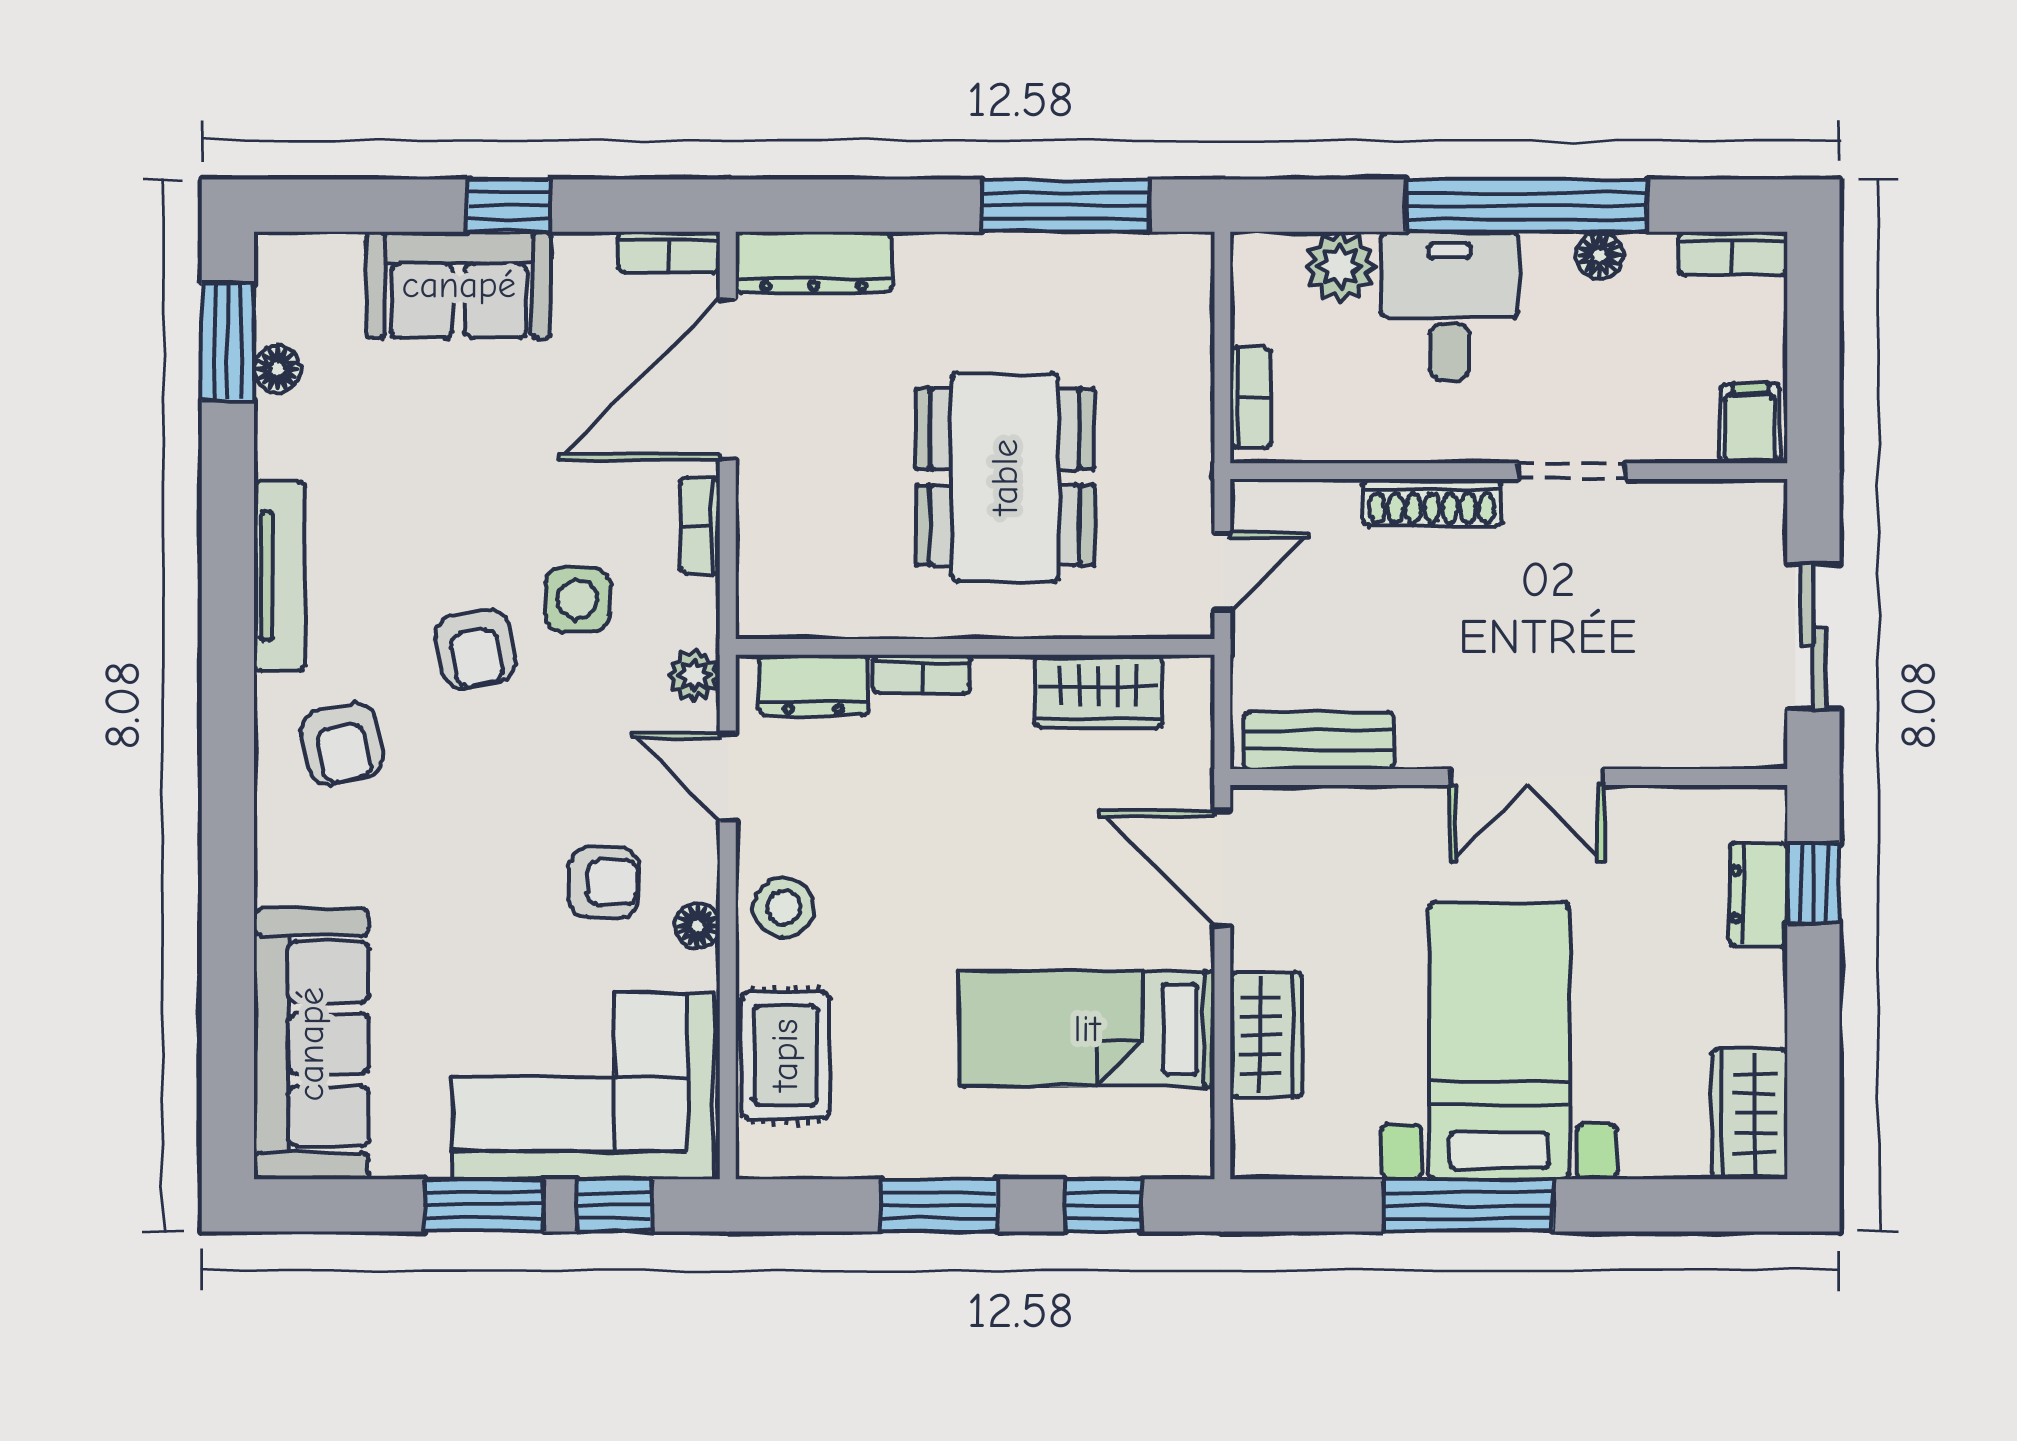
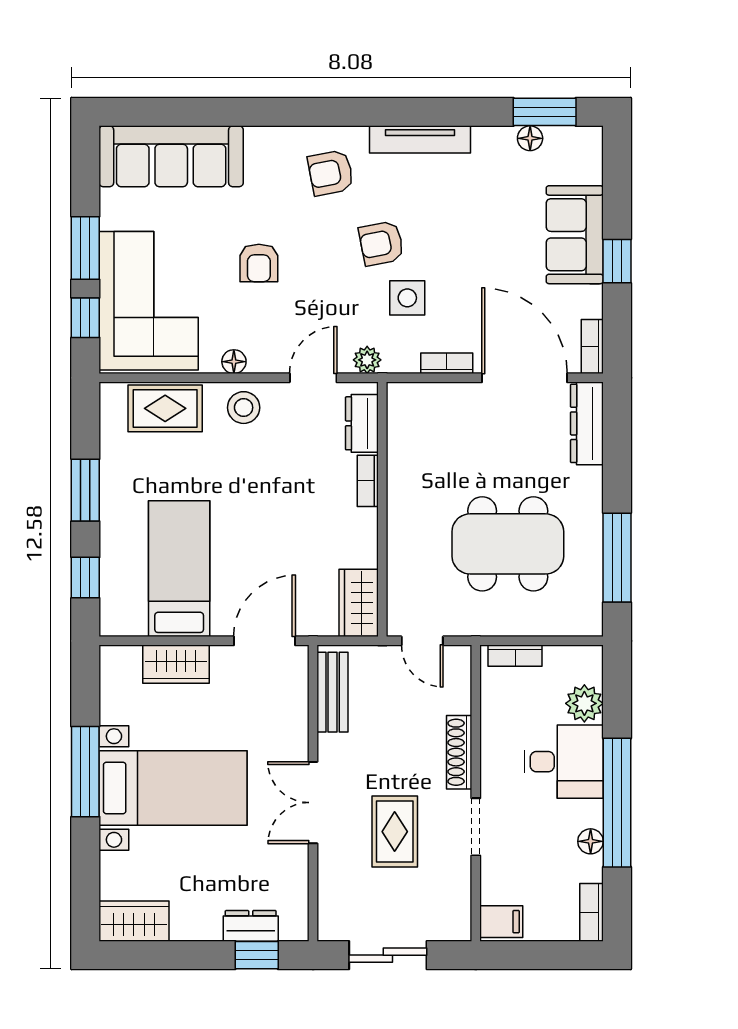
dining table: (1005, 477) -> (508, 544), moved
rug: (1581, 624) -> (395, 832), added
wardrobe: (1098, 691) -> (359, 603), moved
armchair: (604, 882) -> (259, 263), moved

